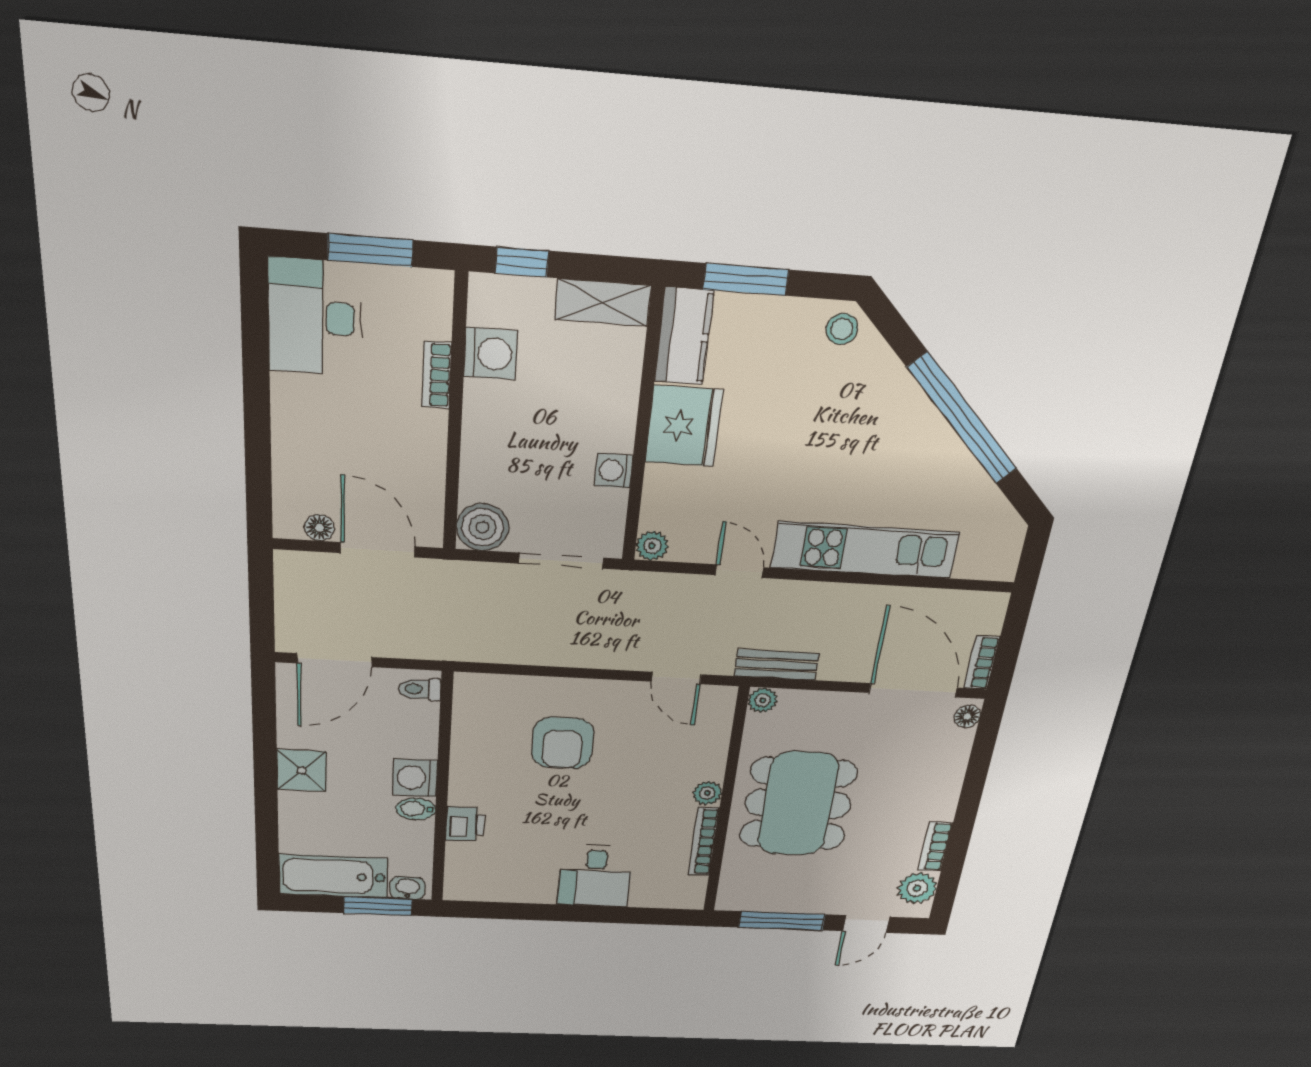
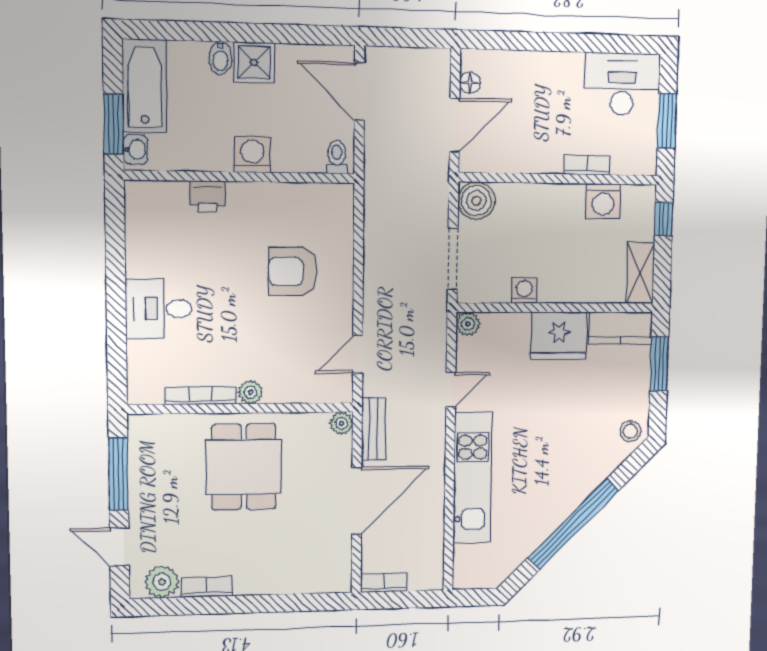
door: (913, 690) -> (357, 501), moved
floor lamp: (967, 716) -> (335, 583), removed
dining table: (798, 804) -> (244, 467), width x0.73
bidet: (416, 809) -> (220, 58), moved, turned 180

